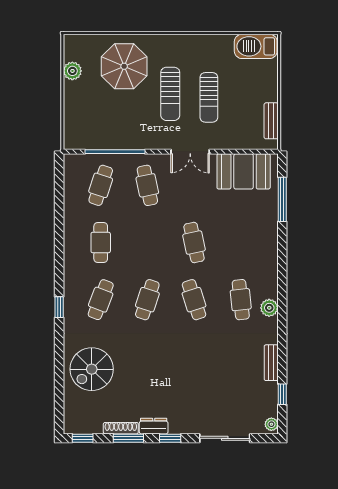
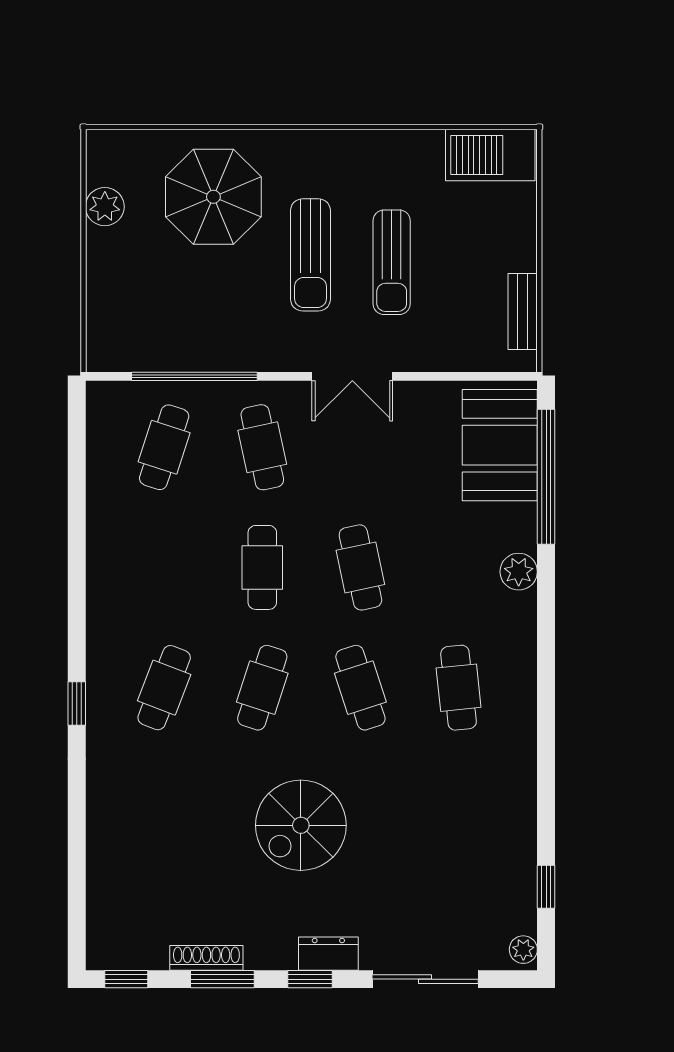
booth: (244, 171) -> (500, 445), moved, turned 90
window: (282, 199) -> (546, 477), width x1.46
cafe table: (101, 243) -> (262, 567), moved
plant: (269, 308) -> (519, 572), moved
bench: (271, 363) -> (523, 820), removed
spiral stairs: (92, 369) -> (301, 825), moved
dresser: (154, 426) -> (328, 954), moved

